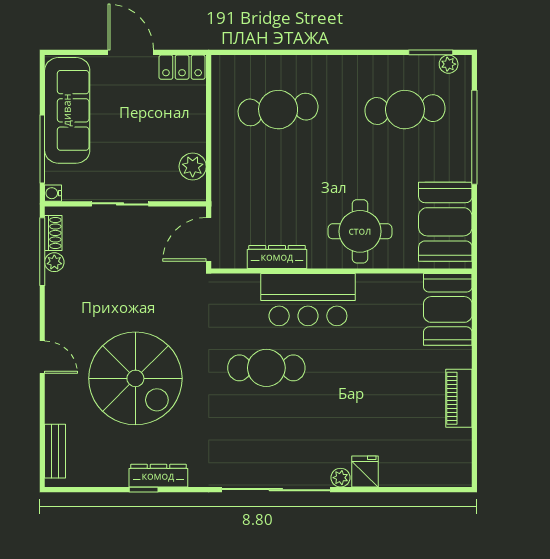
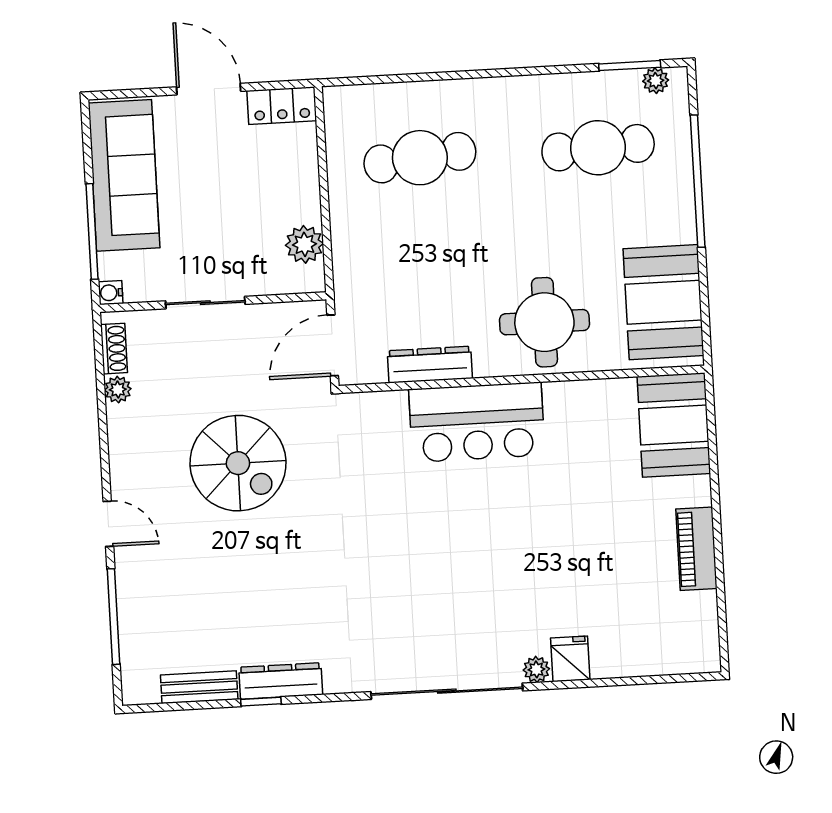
window: (42, 252) -> (113, 617), moved
cafe table: (266, 368) -> (424, 521), removed
spiral stairs: (135, 378) -> (238, 463), moved, width x0.73, depth x0.73
bench: (55, 451) -> (199, 687), moved, turned 90

